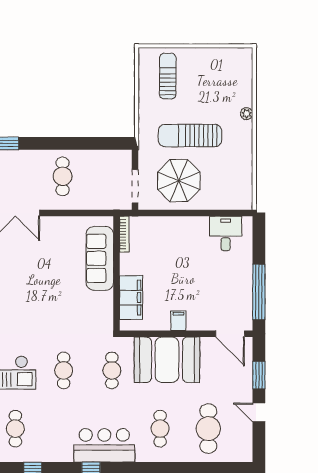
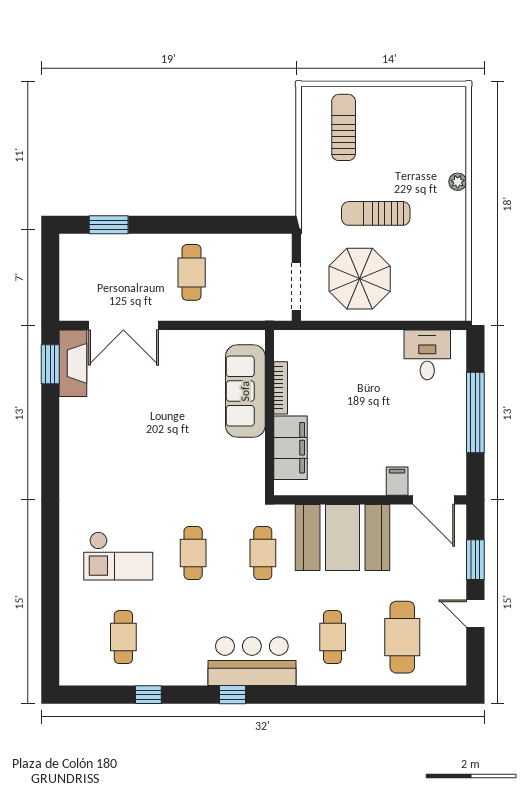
sun lounger: (190, 136) -> (376, 213), width x0.73, depth x0.75
bookcase: (124, 234) -> (281, 388), moved
window: (259, 292) -> (475, 412), moved
filing cabinet: (178, 321) -> (397, 481), moved

